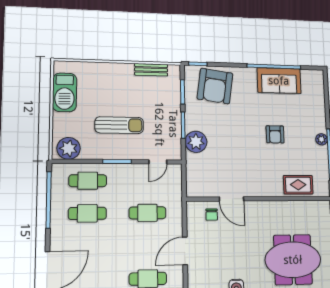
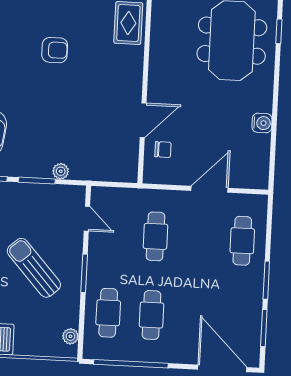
sun lounger: (119, 125) -> (34, 268), turned -42
plant: (196, 142) -> (61, 171), width x0.53, depth x0.53
plant: (69, 148) -> (70, 336), width x0.53, depth x0.53
door: (185, 251) -> (209, 189), swing flipped

